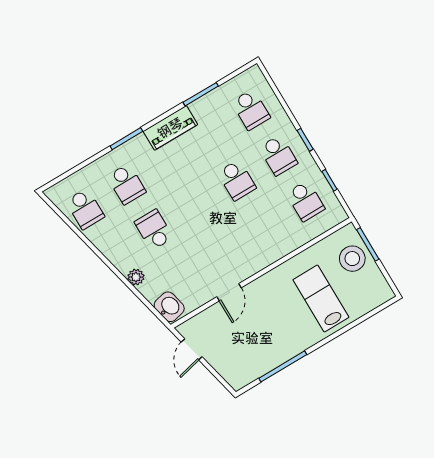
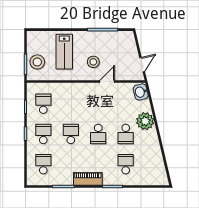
school desk: (85, 209) -> (98, 134), moved, turned 180
plant: (136, 277) -> (145, 121), width x1.87, depth x1.87
stool: (268, 309) -> (93, 62), added

